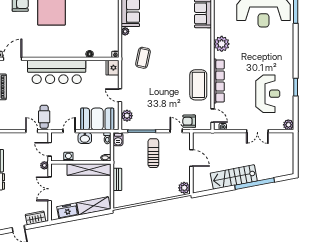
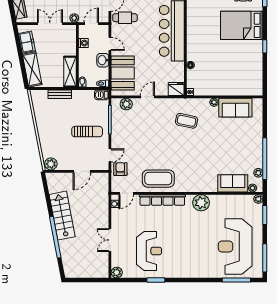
reception desk: (268, 94) -> (149, 251), turned -90
shelving: (89, 170) -> (70, 72), width x0.68

